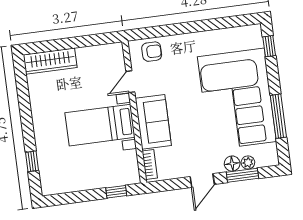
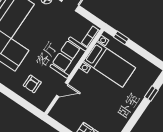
armchair: (152, 52) -> (32, 84), moved, turned -90
bed with nightstands: (100, 125) -> (109, 64), moved

